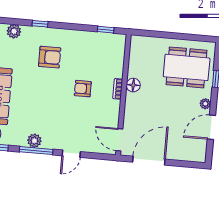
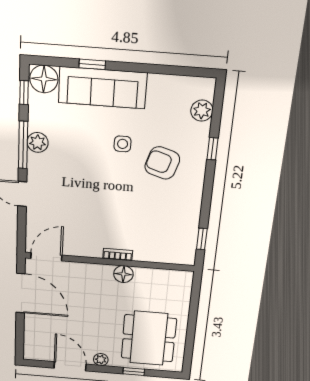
armchair: (50, 57) -> (162, 163), turned 107
side table: (36, 84) -> (123, 144), added
armchair: (83, 89) -> (117, 209), removed

